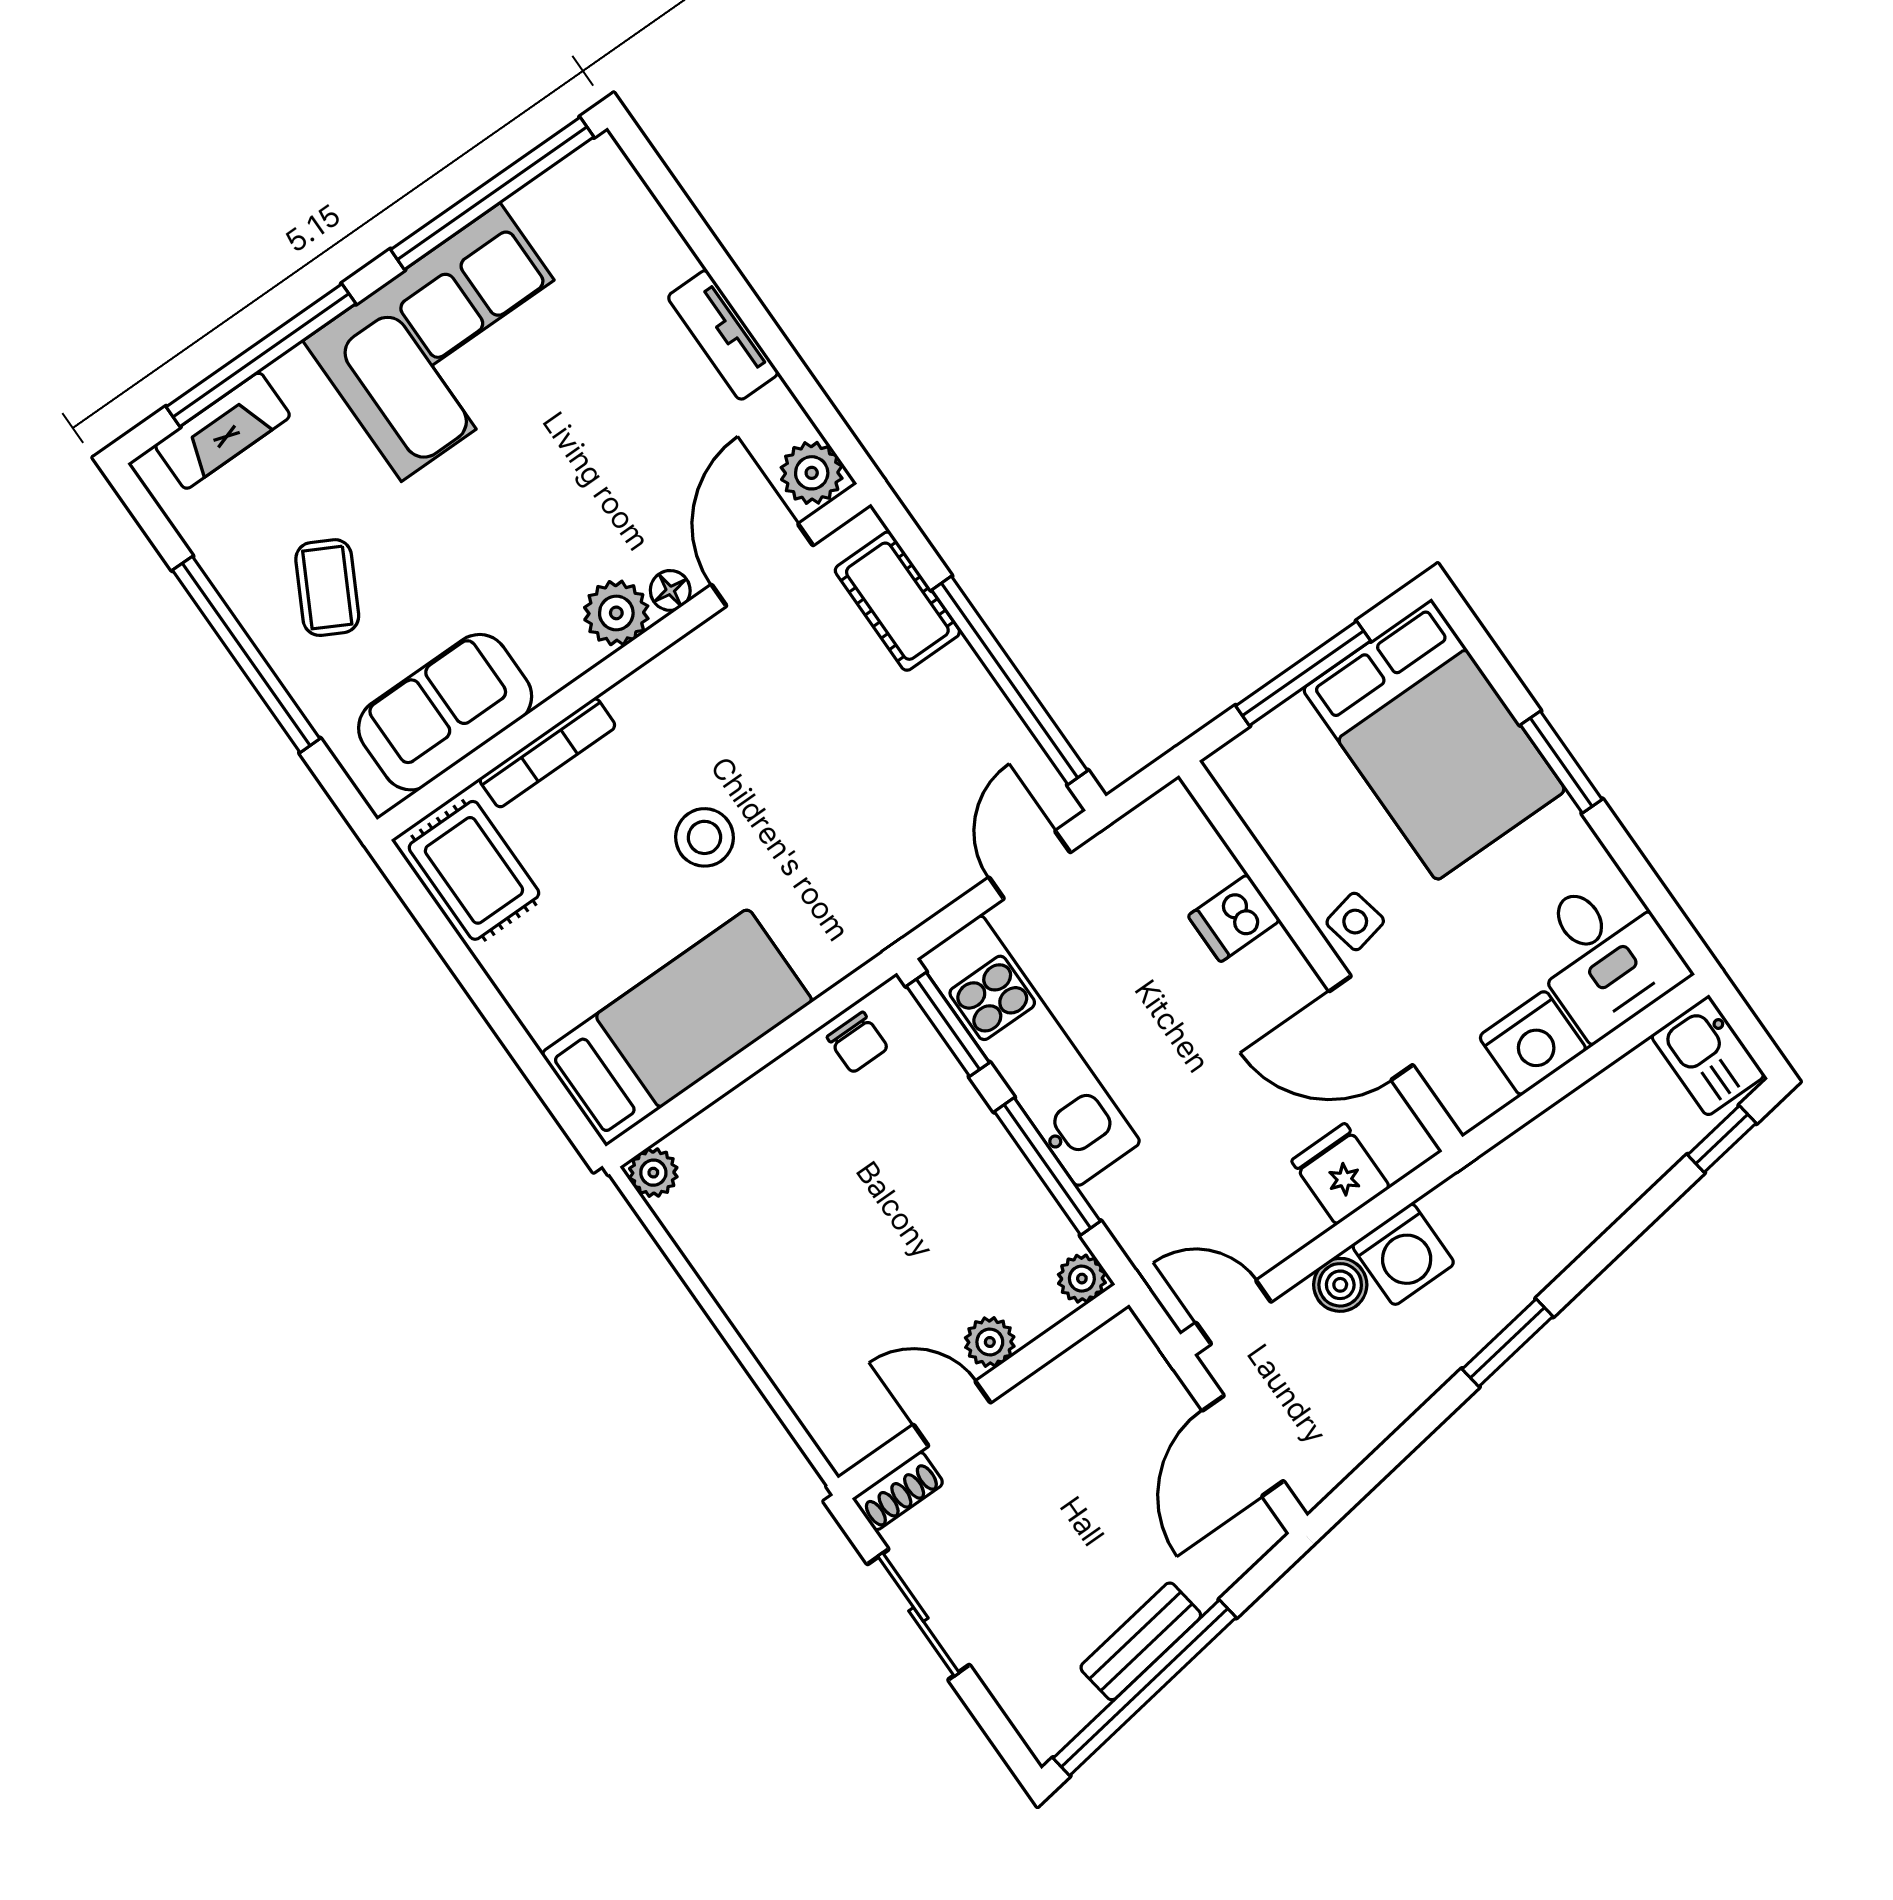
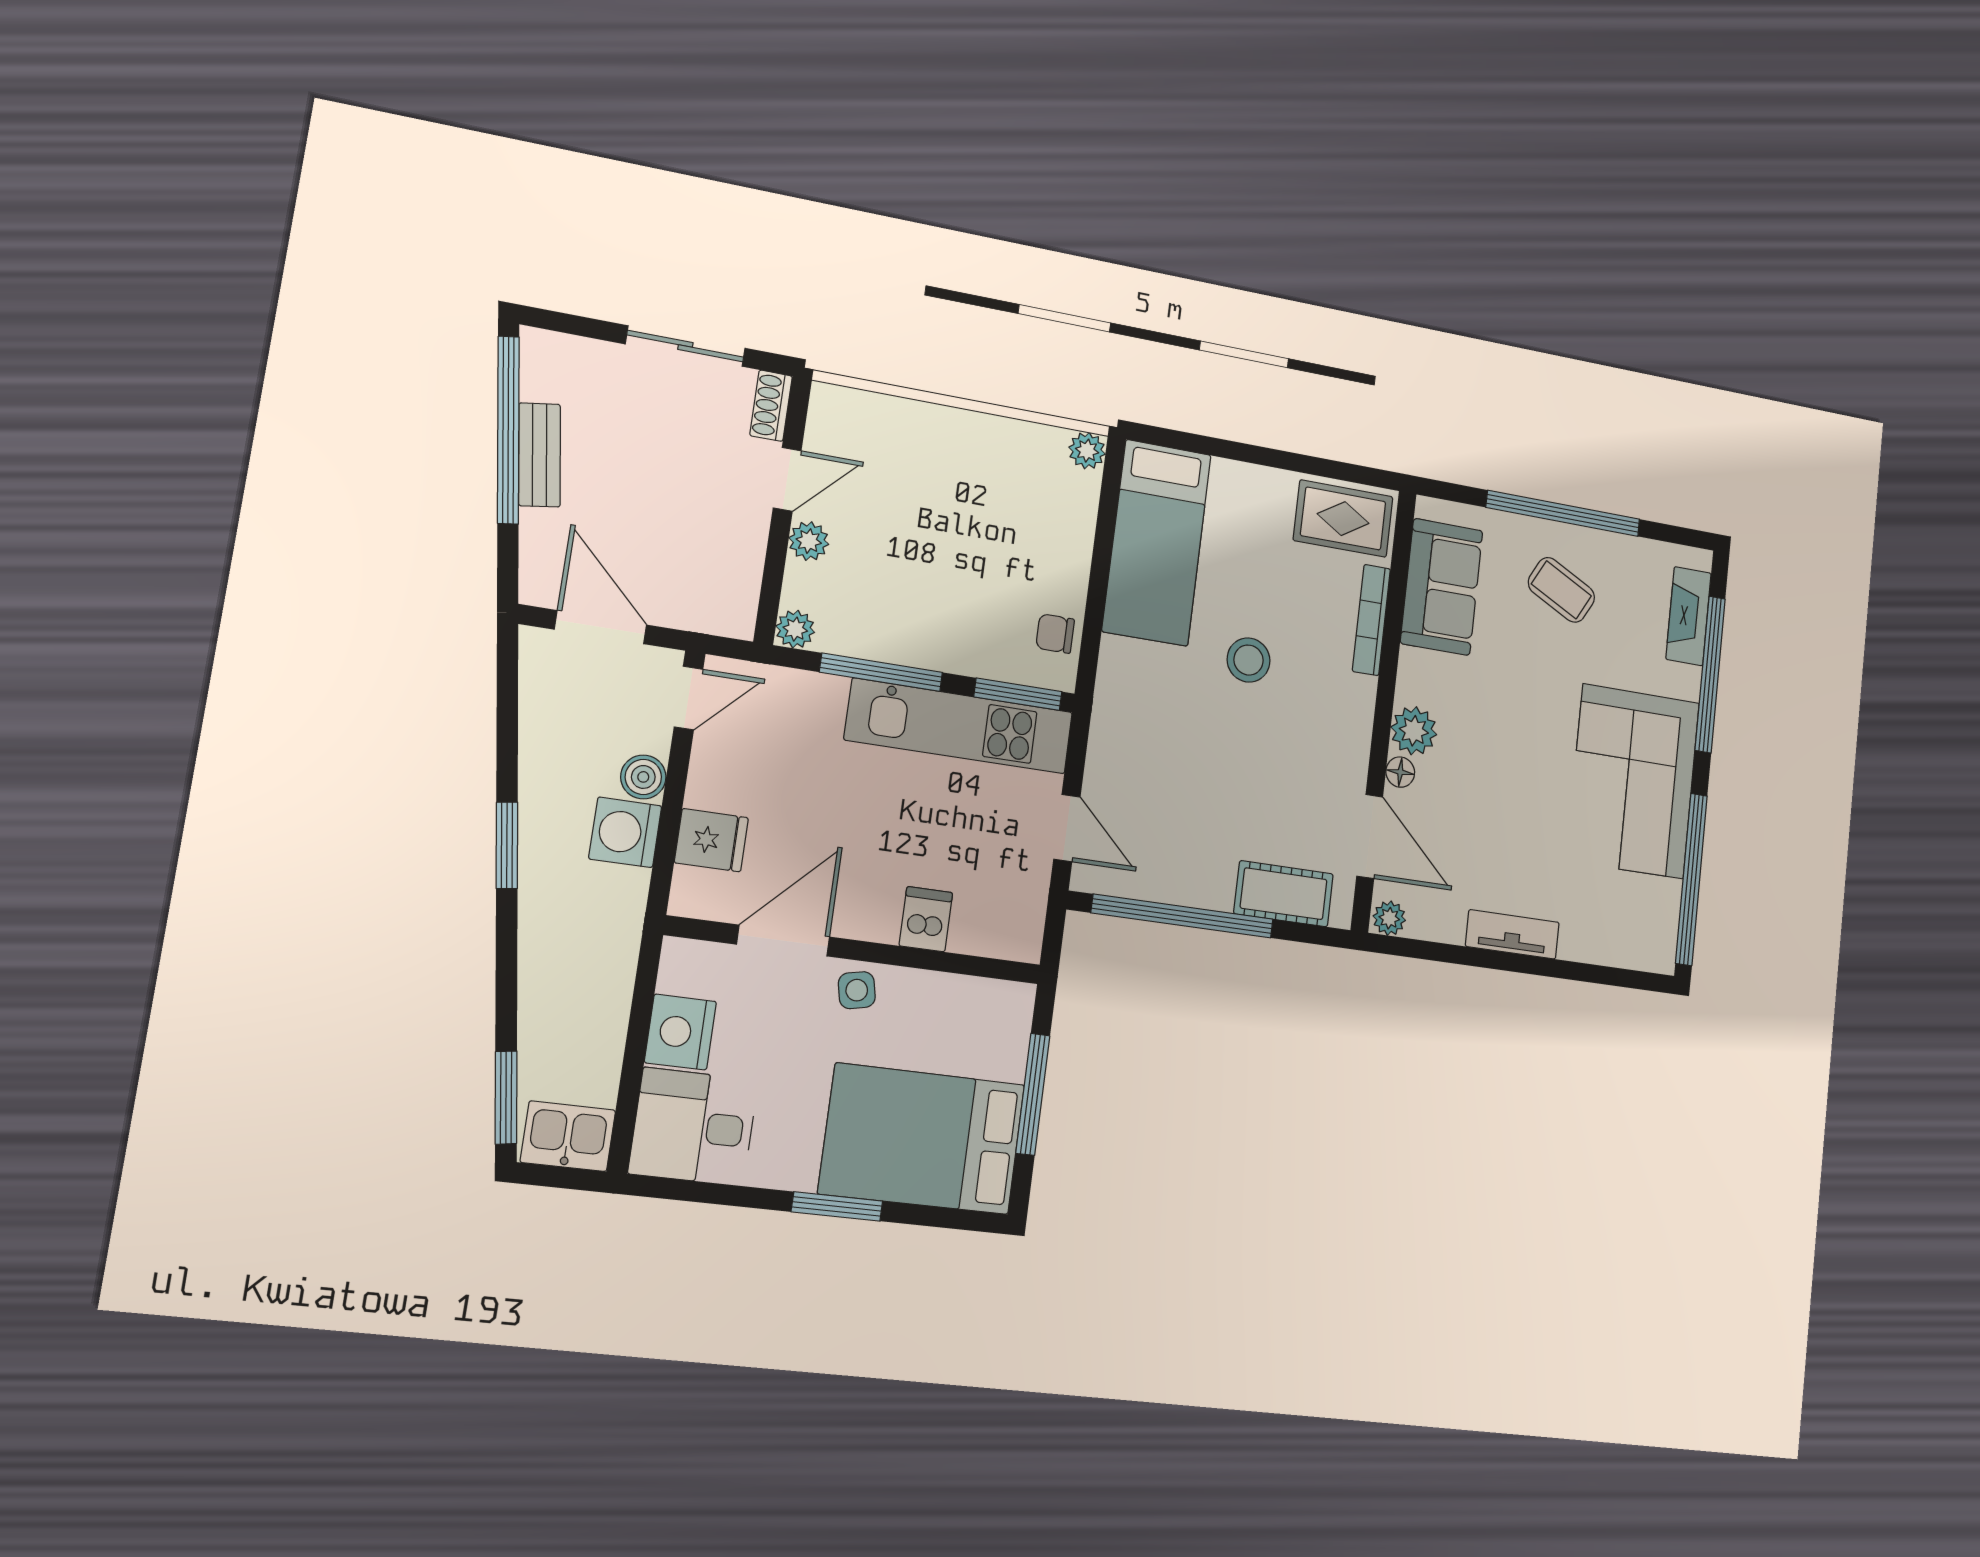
plant: (812, 473) -> (1389, 918), width x0.73, depth x0.73
window: (1722, 1139) -> (506, 1098), width x1.50

